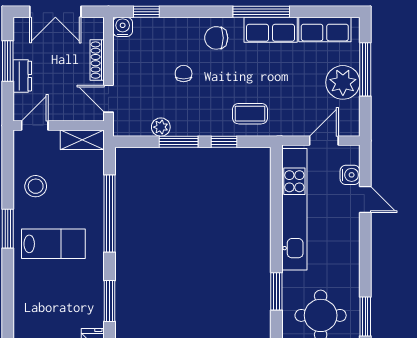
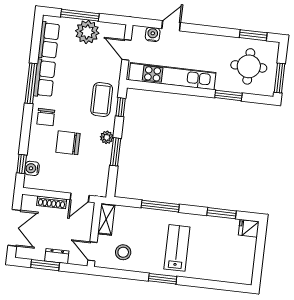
water cooler: (123, 27) -> (32, 168), moved
chair: (184, 74) -> (68, 143), width x1.87, depth x1.87
coffee table: (250, 114) -> (102, 100), width x1.36, depth x1.30
plant: (161, 127) -> (107, 137), moved
window: (224, 142) -> (121, 107), moved
stool: (36, 186) -> (123, 252), moved
window: (110, 213) -> (160, 206), width x0.68

